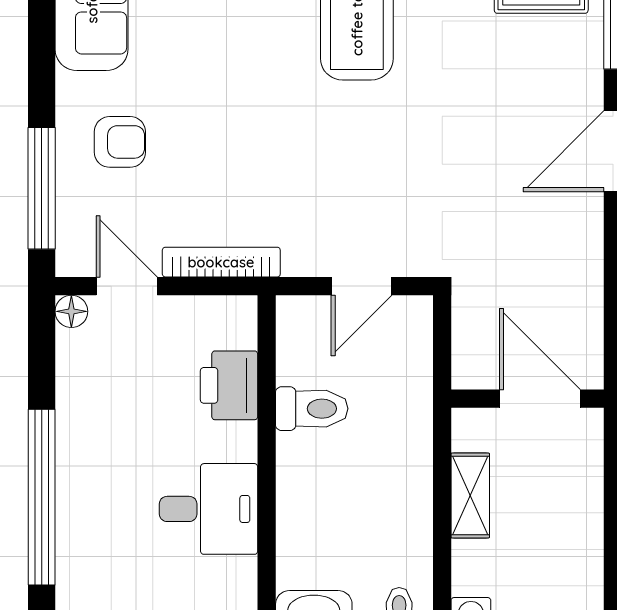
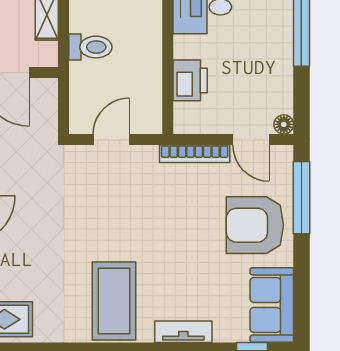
armchair: (120, 142) -> (255, 225), width x1.88, depth x1.88
toilet: (312, 409) -> (90, 47), moved, turned 180

